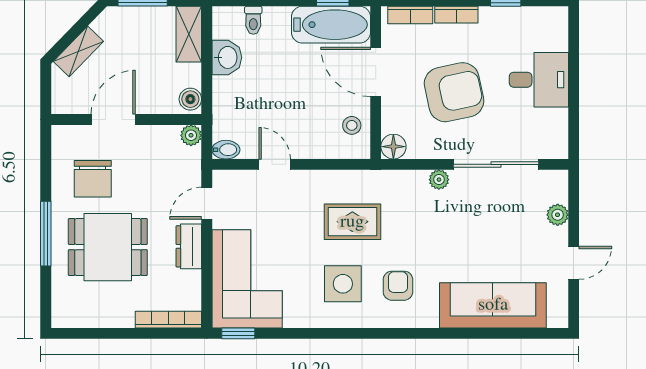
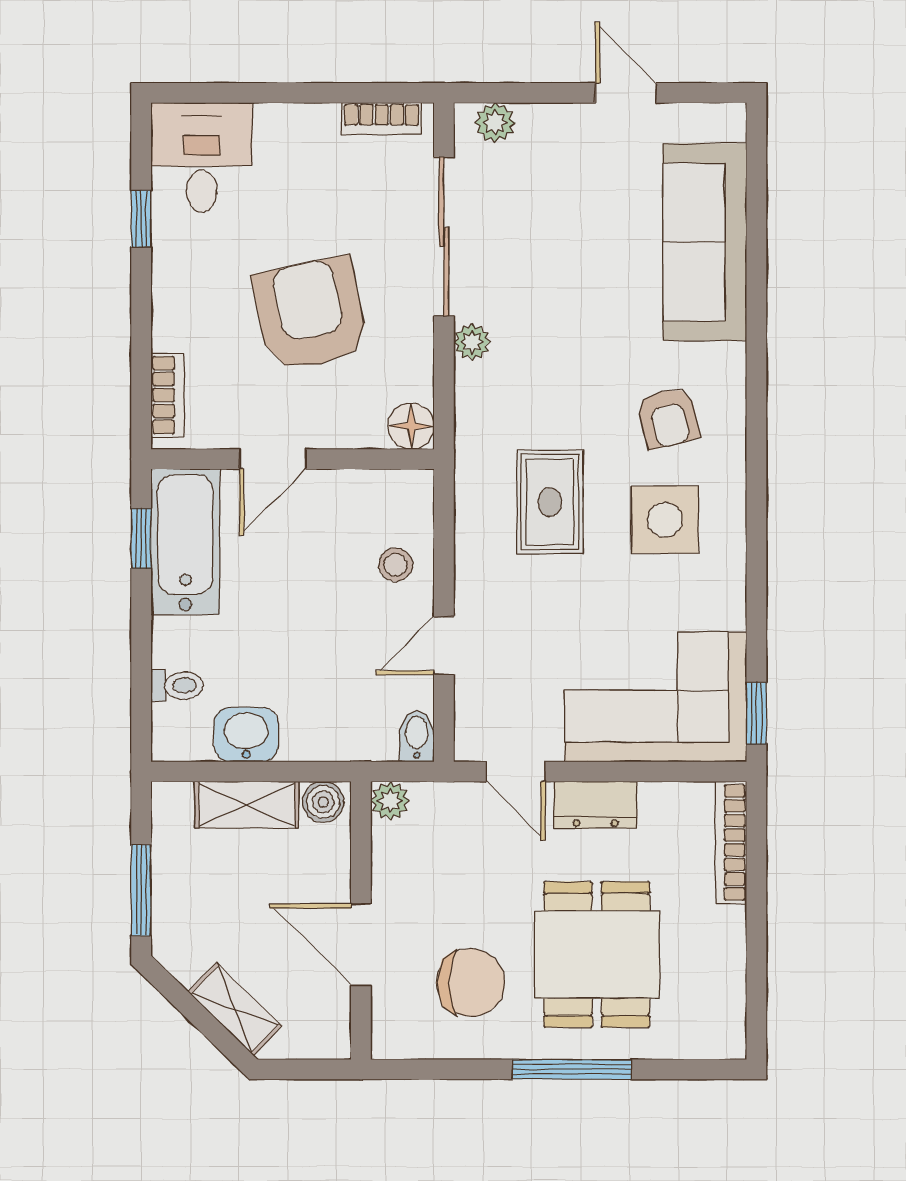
bookcase: (456, 15) -> (382, 119), moved, turned 90
shelving: (189, 34) -> (247, 805), moved
door: (376, 72) -> (273, 459), width x0.73
desk: (539, 80) -> (202, 157), moved
stool: (352, 125) -> (396, 565), moved
plant: (558, 215) -> (495, 123), moved
armchair: (398, 286) -> (668, 418), turned -104

